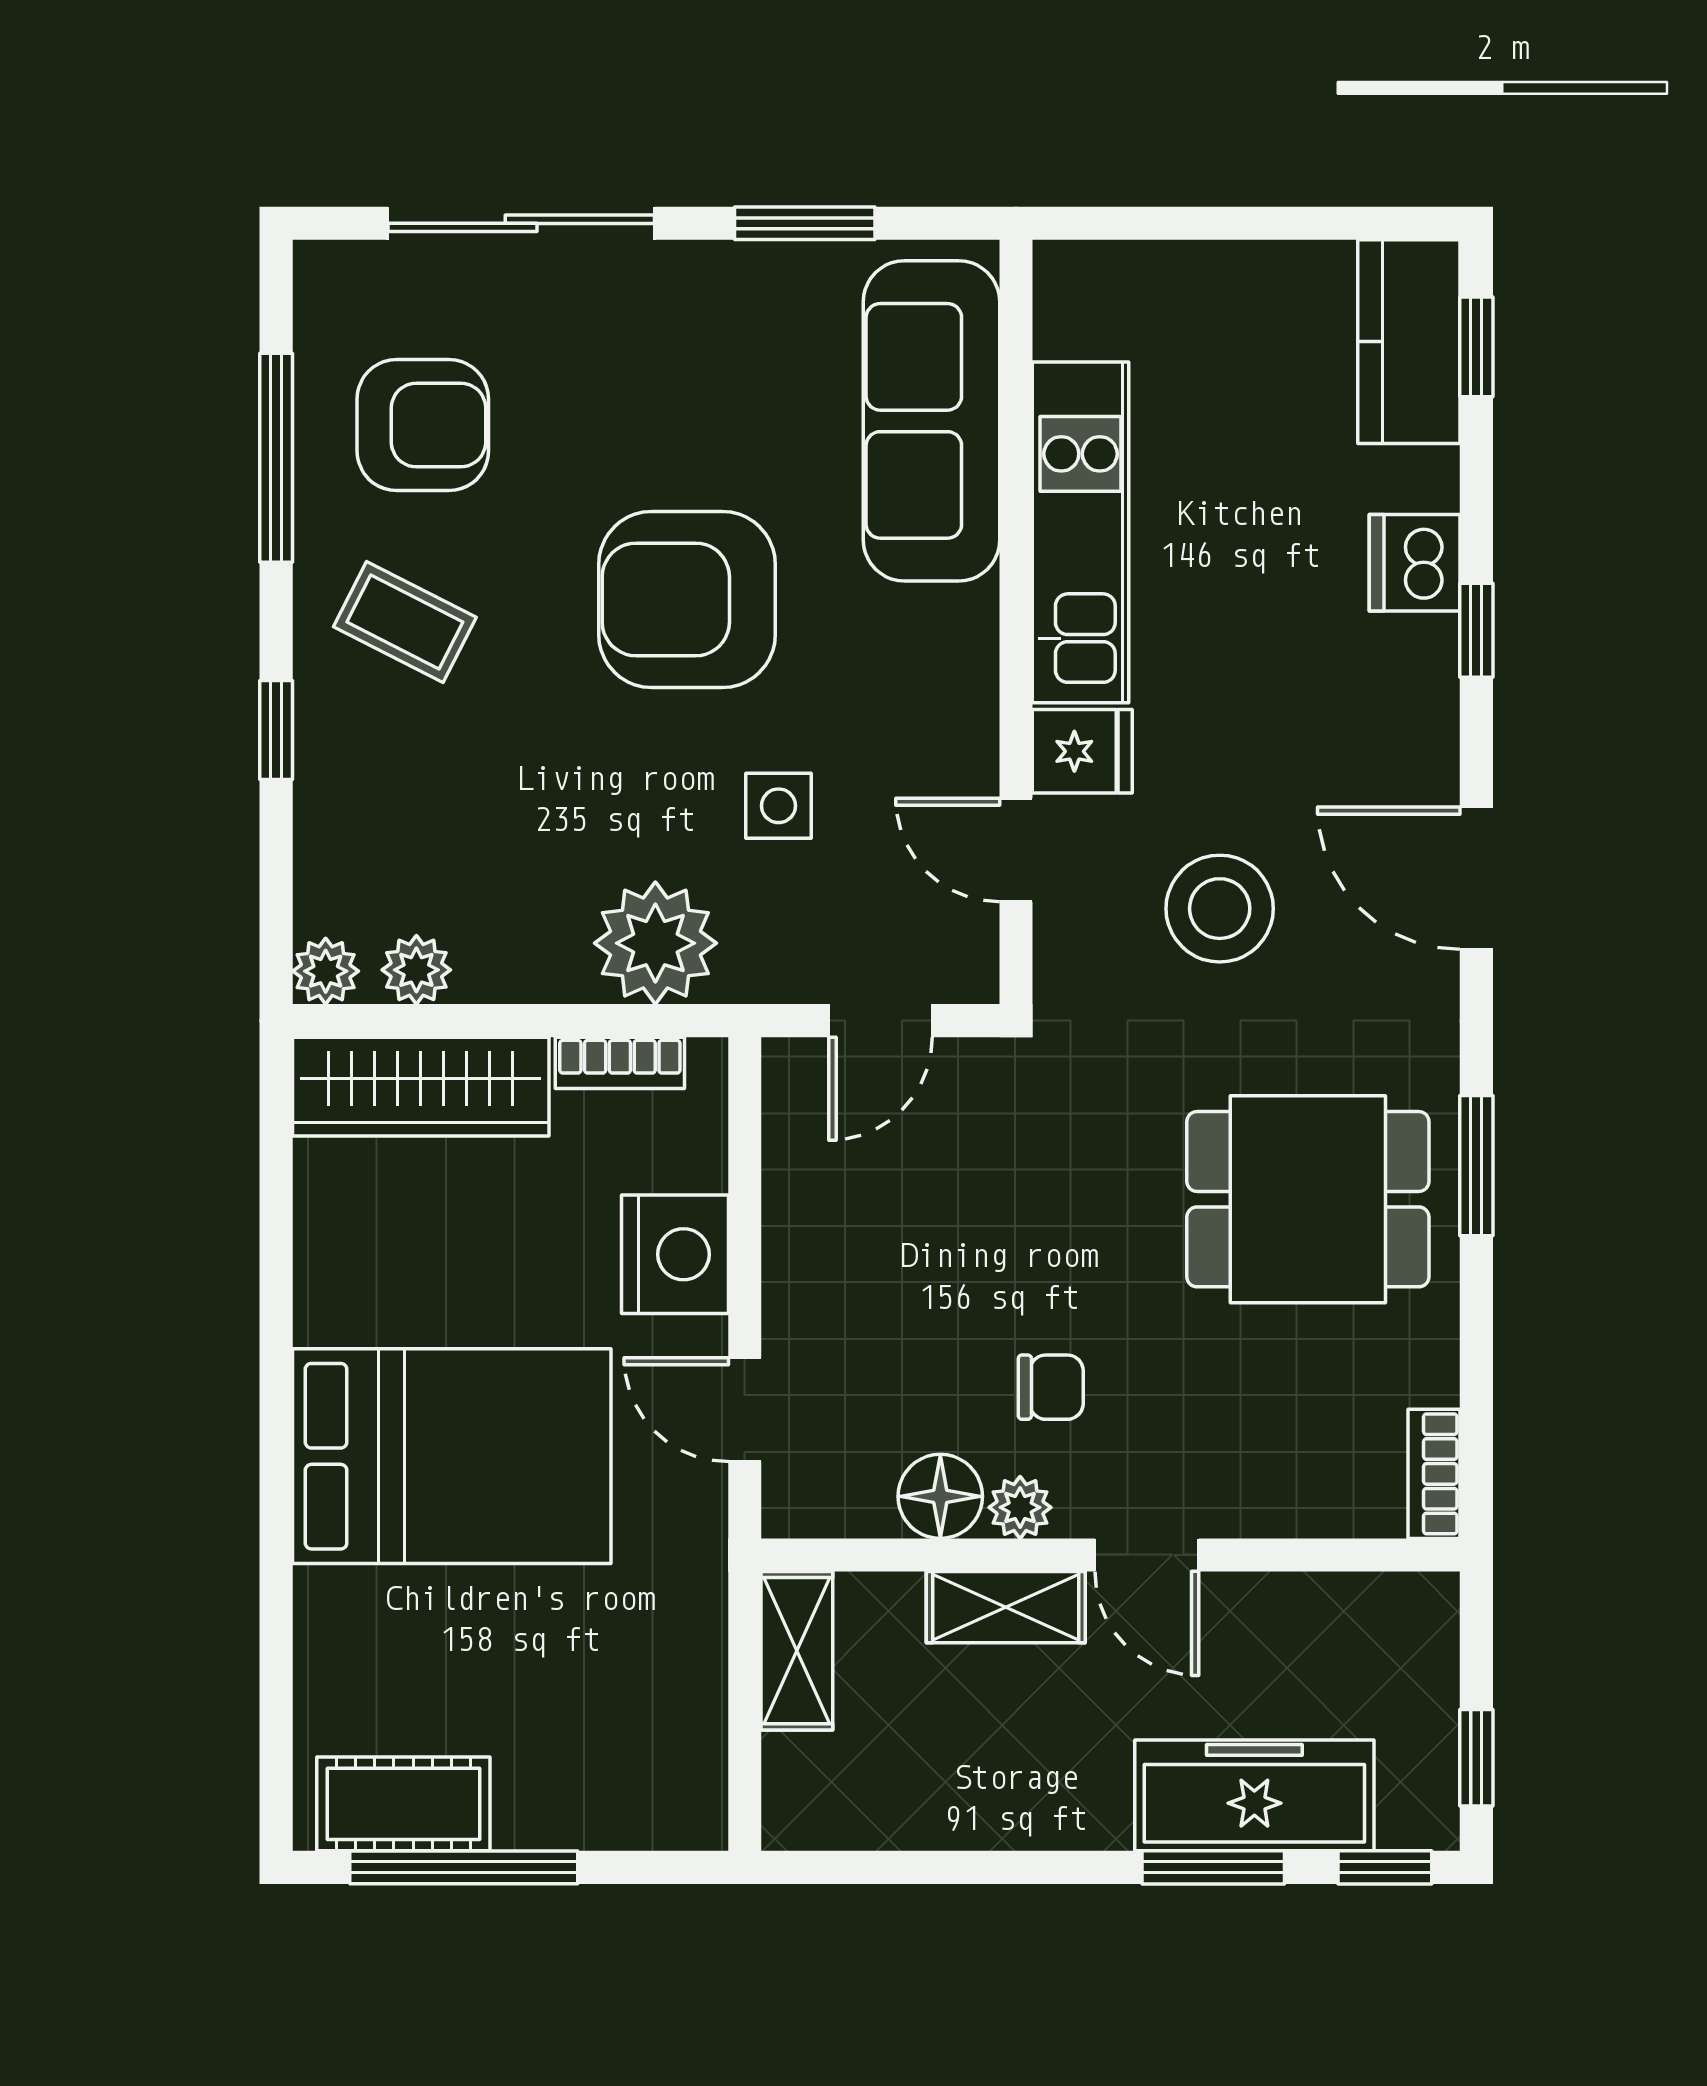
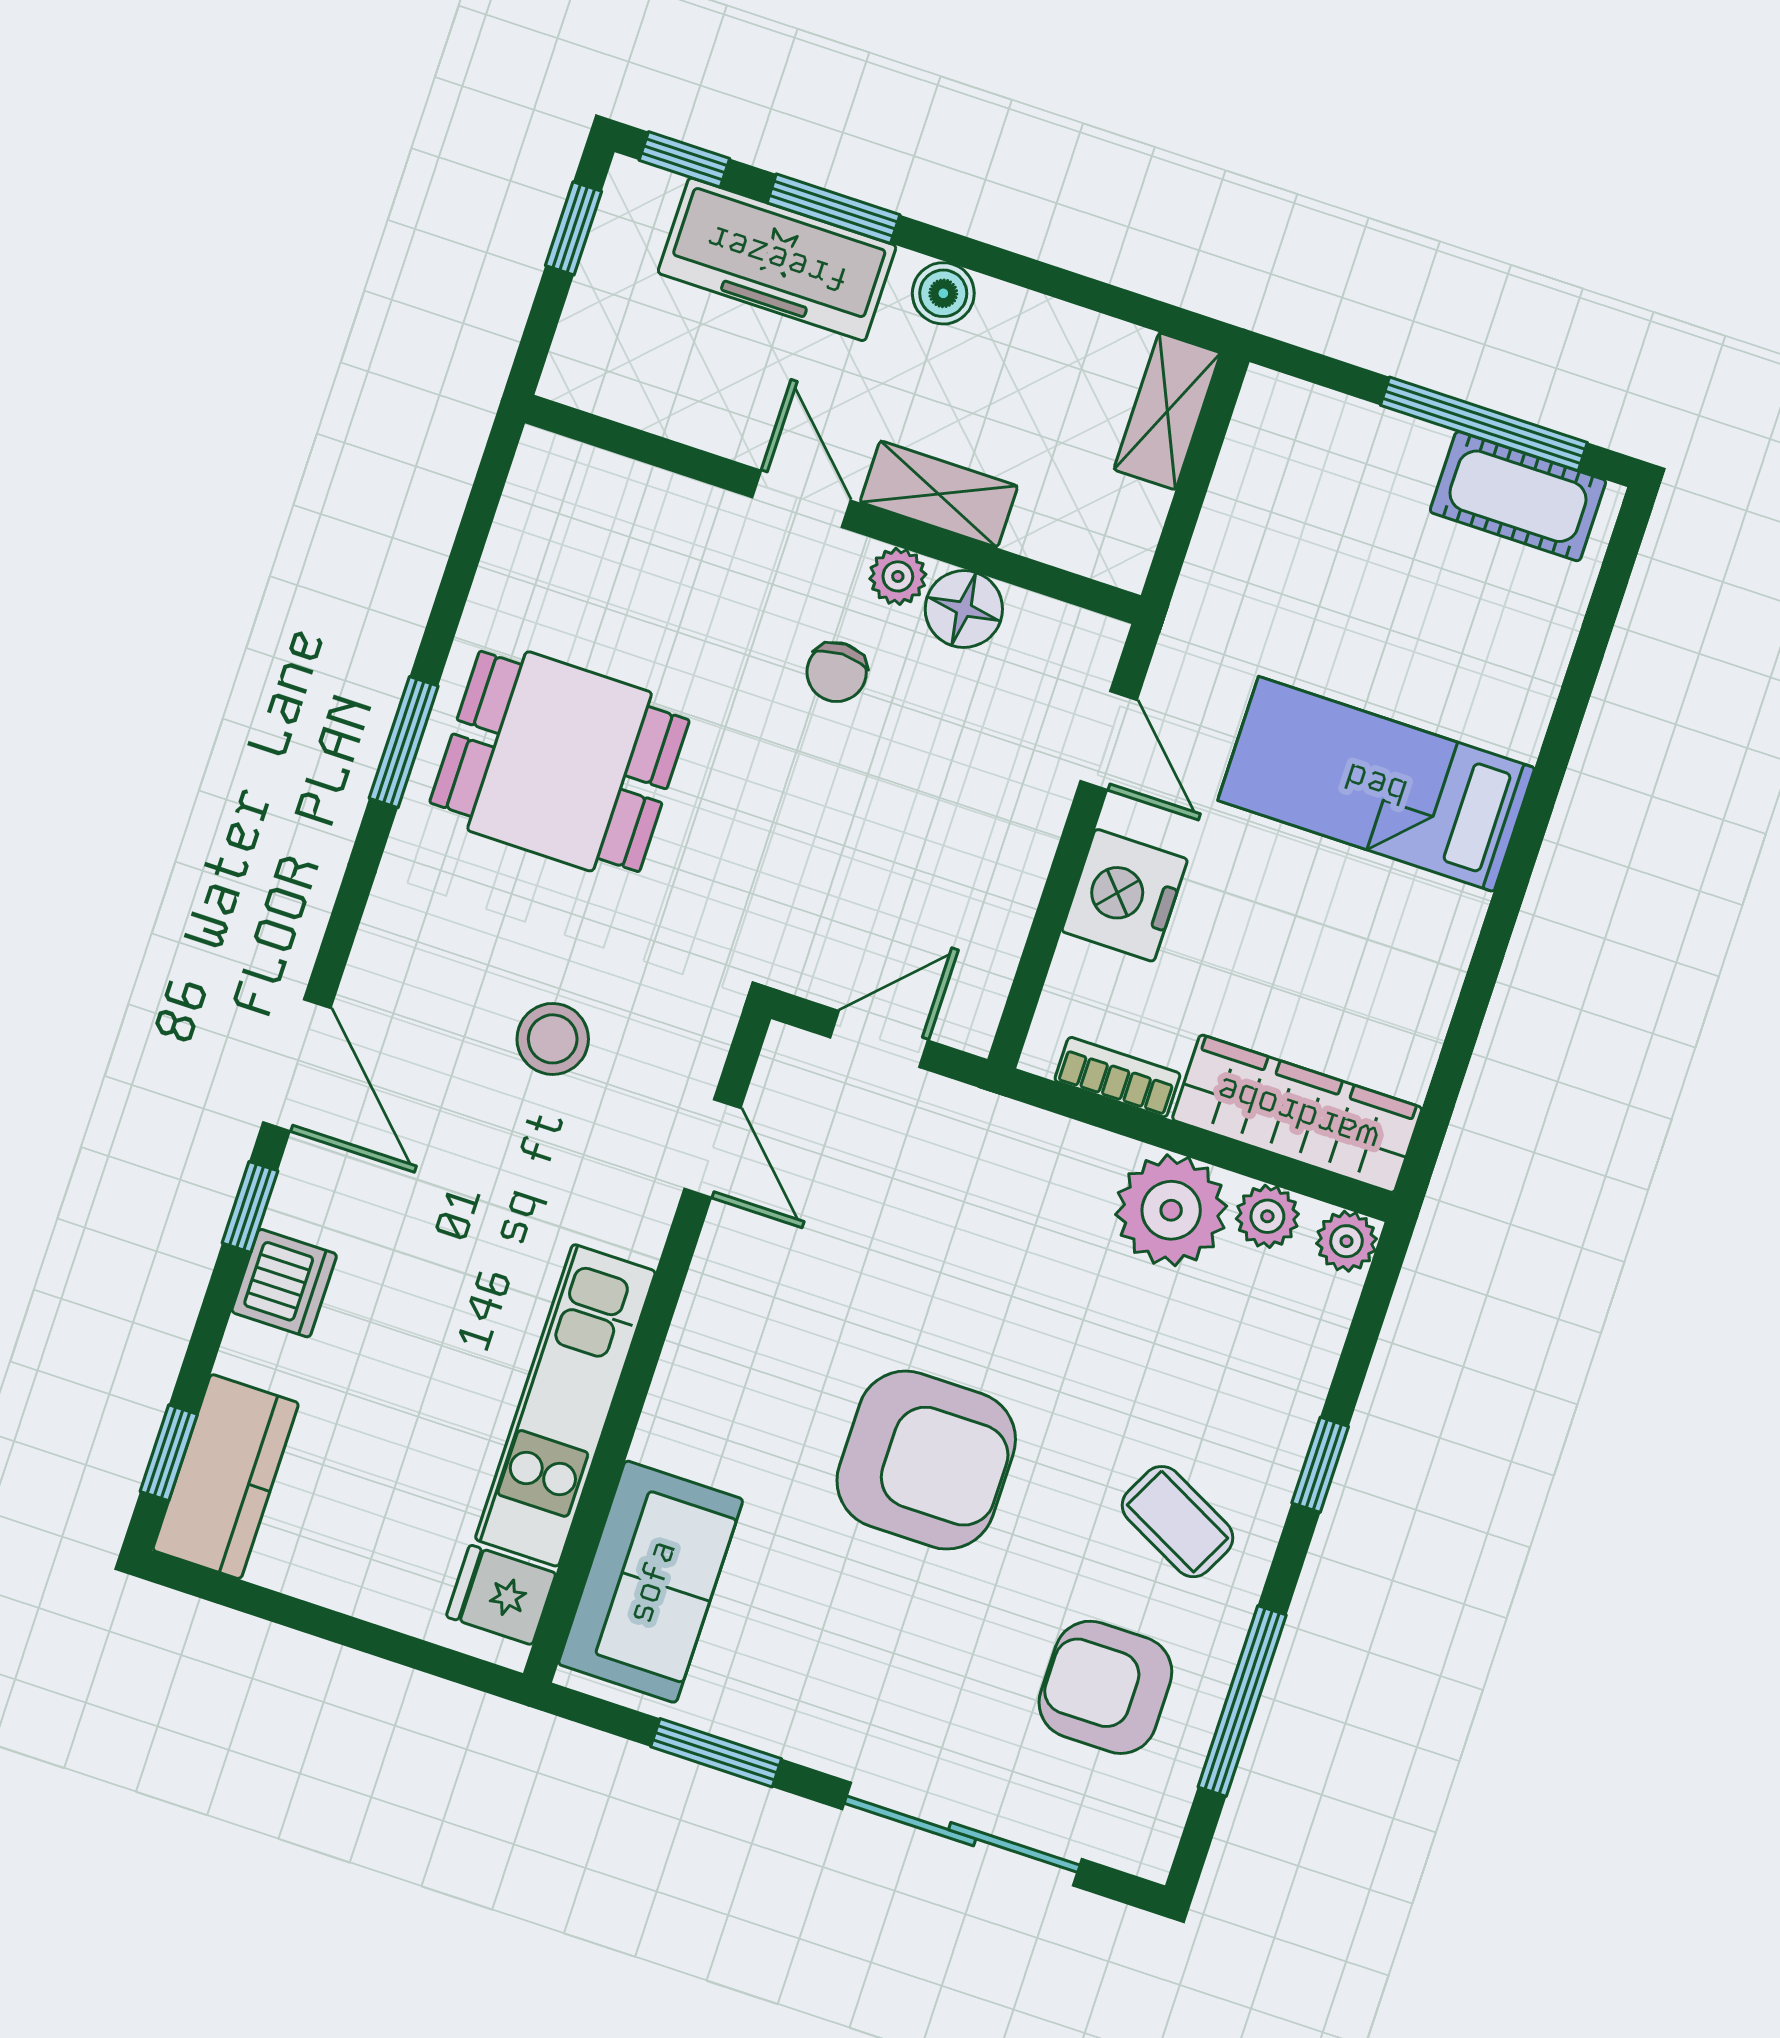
sofa: (932, 421) -> (651, 1582), width x0.73
fridge: (1082, 751) -> (501, 1595), moved
side table: (779, 806) -> (906, 1255), removed
door: (1476, 878) -> (297, 1065), moved
stool: (1220, 909) -> (553, 1039), width x0.73, depth x0.73
plant: (655, 943) -> (1171, 1210), moved
chair: (1051, 1387) -> (837, 672), turned -90
bed: (452, 1456) -> (1376, 784), width x0.67
bookcase: (1434, 1474) -> (529, 487), removed
shelving: (797, 1651) -> (1167, 411), moved
boiler: (1070, 1817) -> (943, 293), added

